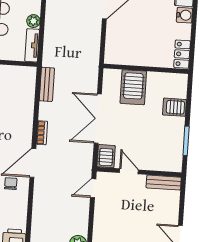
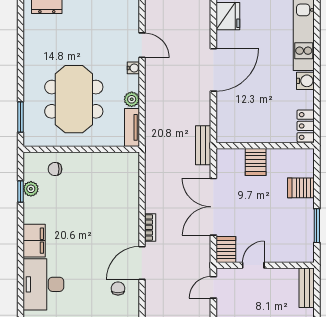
bench: (47, 84) -> (203, 145), moved
server rack: (133, 87) -> (256, 162), width x0.73, depth x0.70
door: (129, 171) -> (253, 265), hinge flipped
bench: (164, 183) -> (307, 288), moved, turned 90

